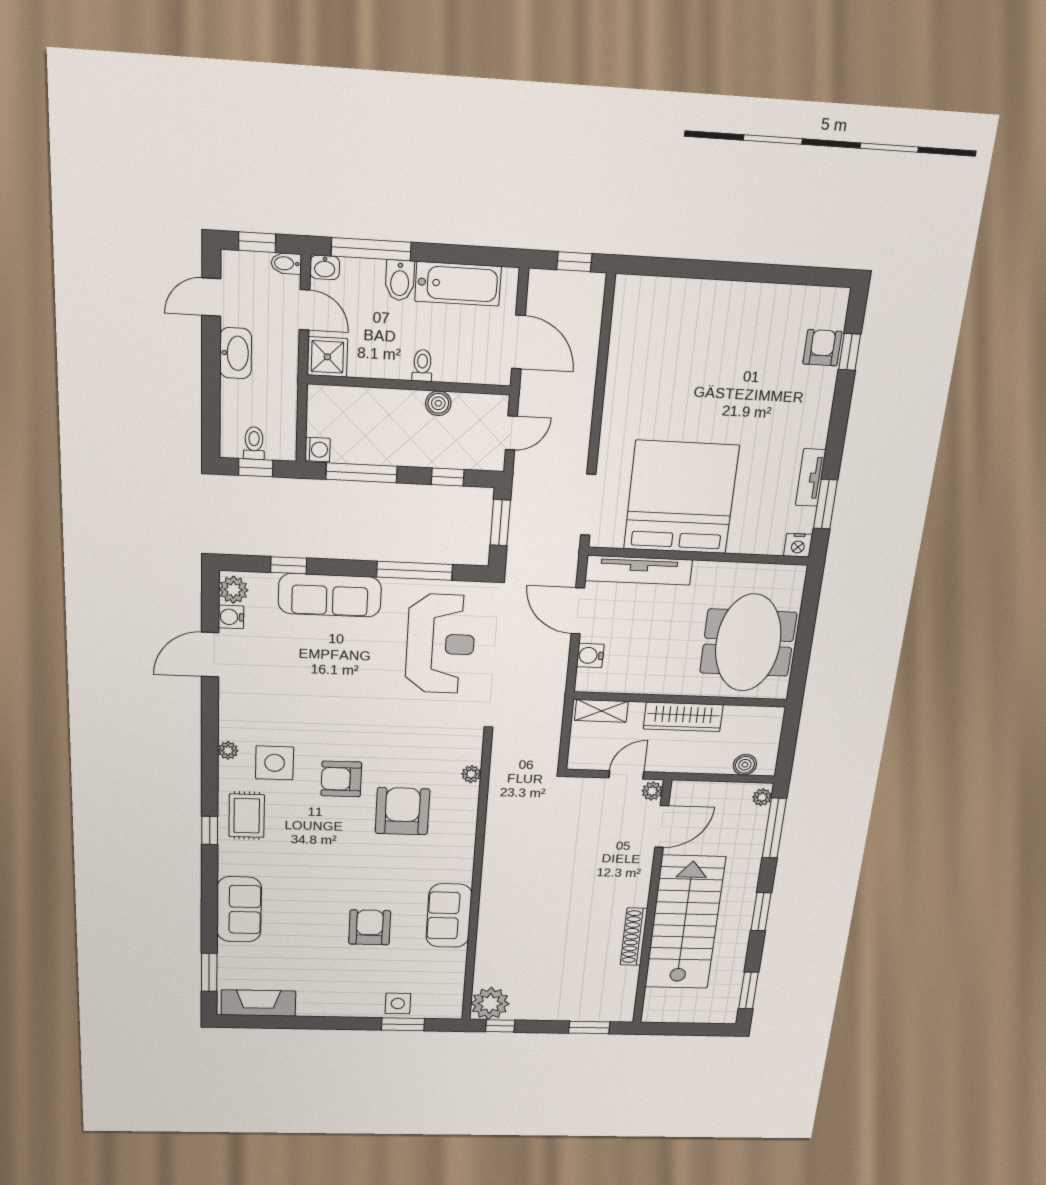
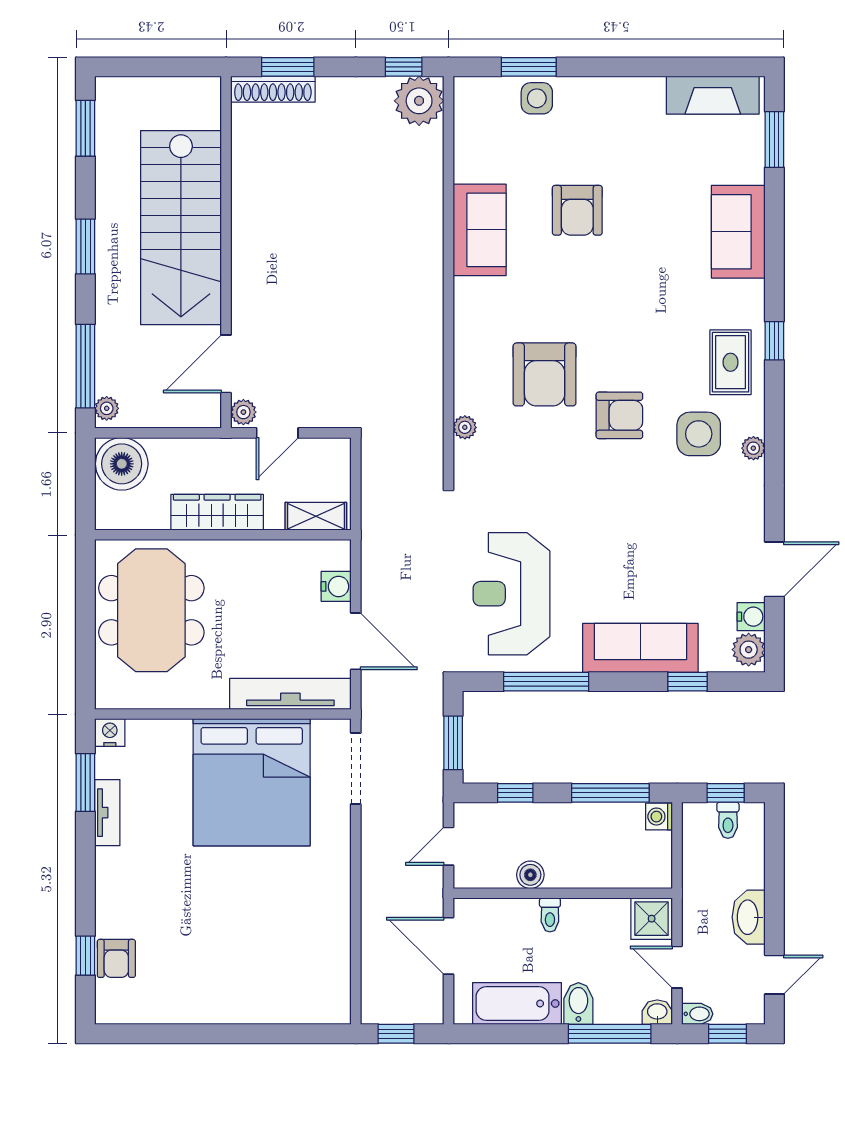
boiler: (745, 765) -> (122, 464), width x1.86, depth x1.86
shoe rack: (634, 937) -> (273, 89), moved, turned 90

